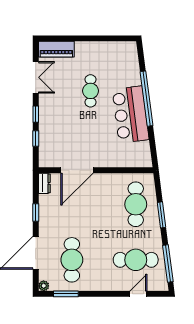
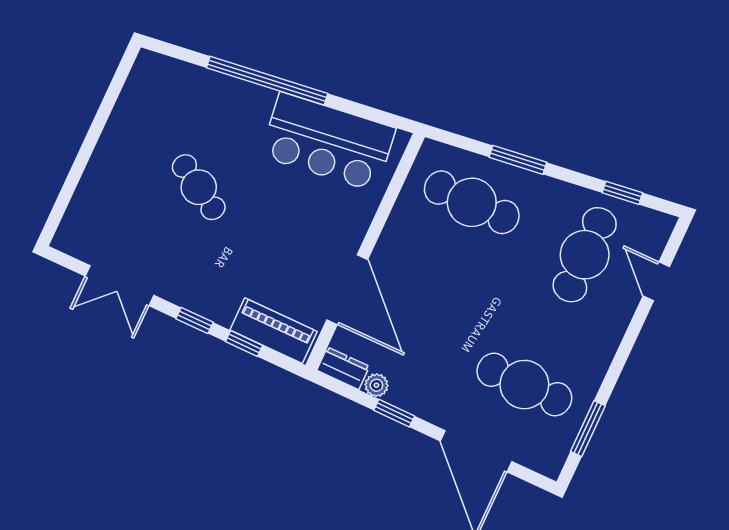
piano: (56, 49) -> (274, 331), moved, turned -90
double door: (36, 77) -> (119, 286), swing flipped
cafe table: (91, 91) -> (199, 187), turned 31
bar counter: (131, 115) -> (328, 142), moved
window: (168, 263) -> (622, 193), width x0.46
plant: (44, 286) -> (376, 385), moved

